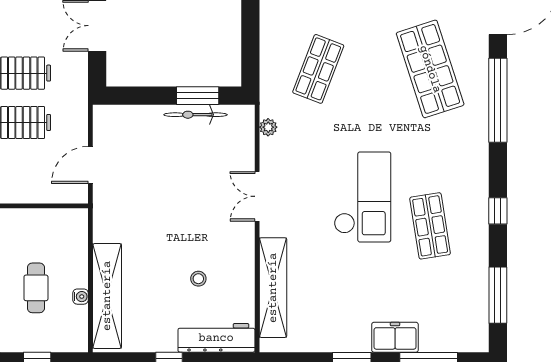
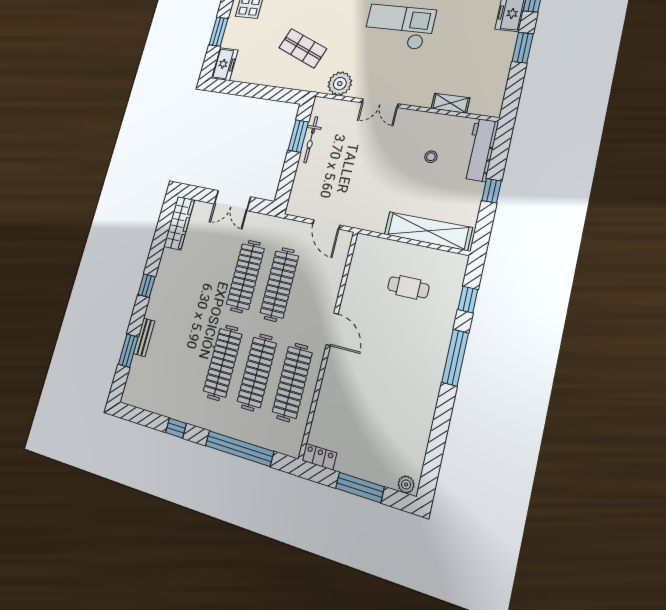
plant: (268, 127) -> (340, 84), width x1.88, depth x1.88
shelving: (273, 288) -> (450, 103), width x0.45, depth x0.75
water cooler: (81, 297) -> (423, 252), removed

